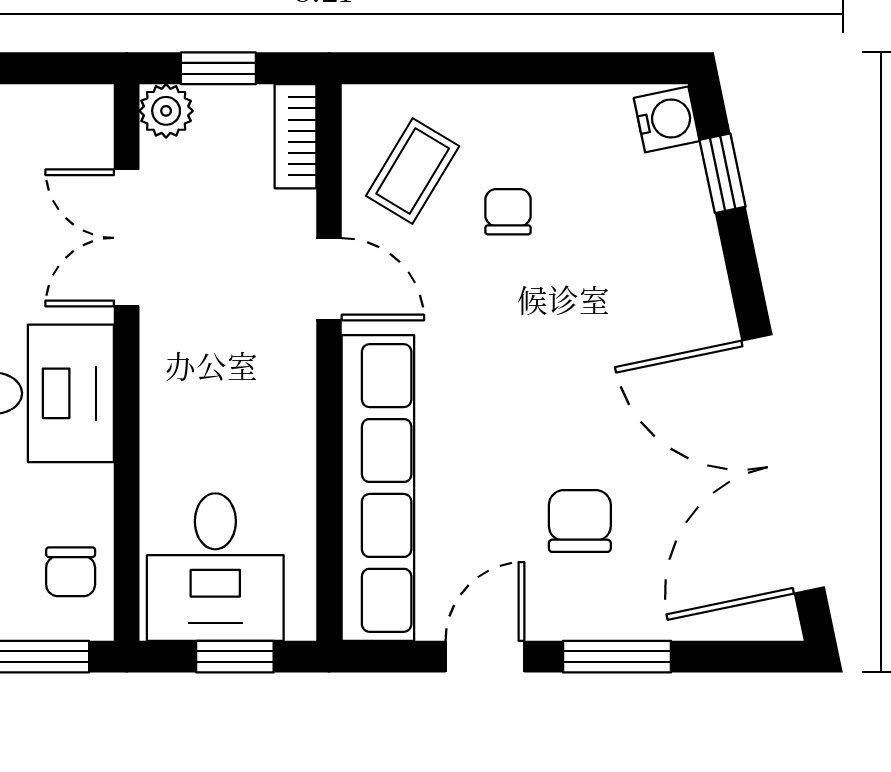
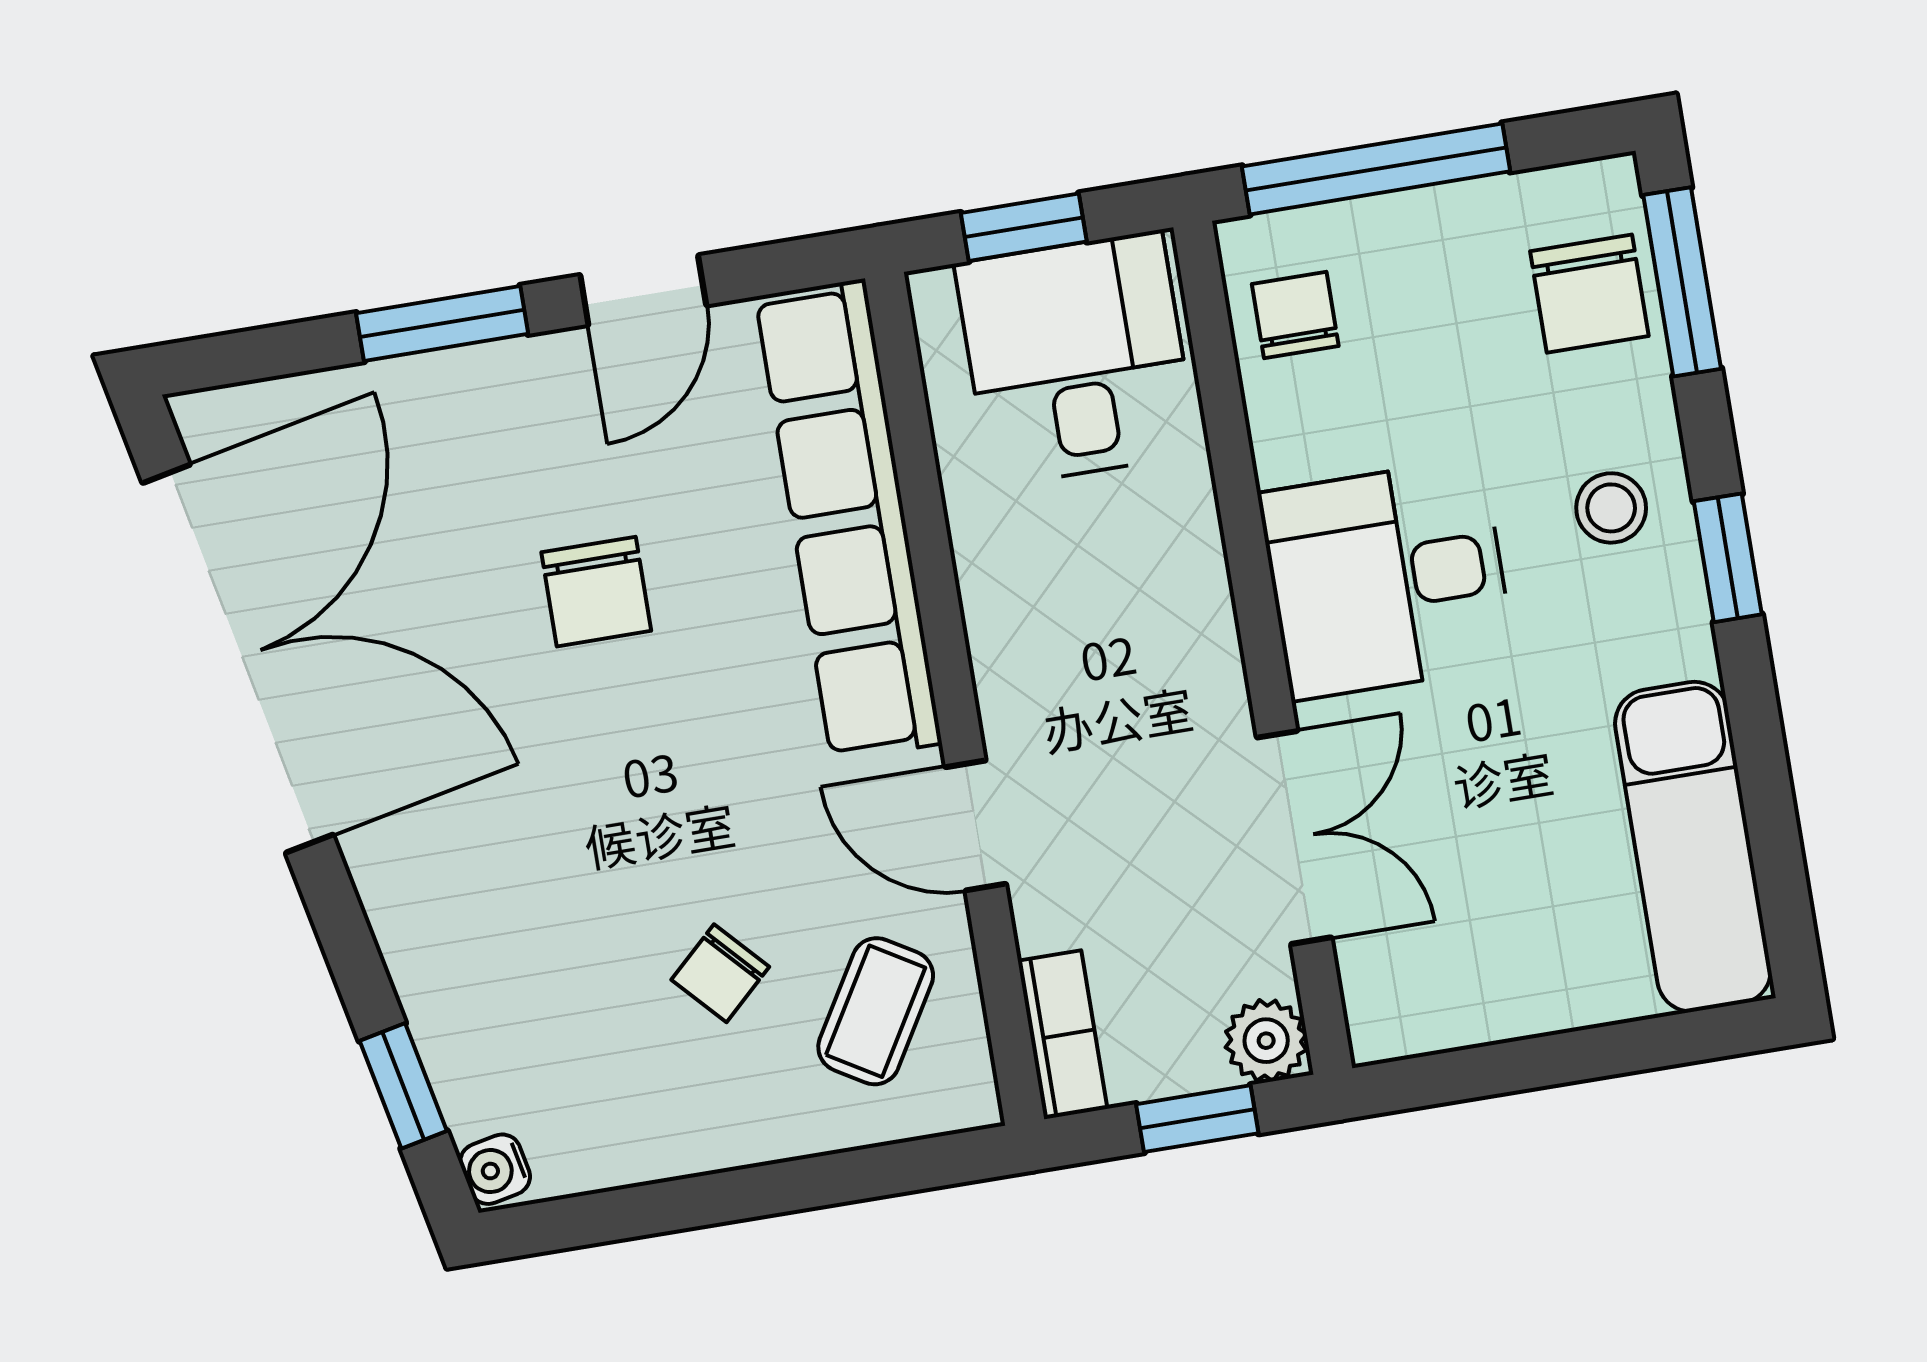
water cooler: (667, 119) -> (495, 1169), width x0.72, depth x0.72
chair: (508, 212) -> (720, 973), turned 47
chair: (580, 521) -> (596, 592), moved

